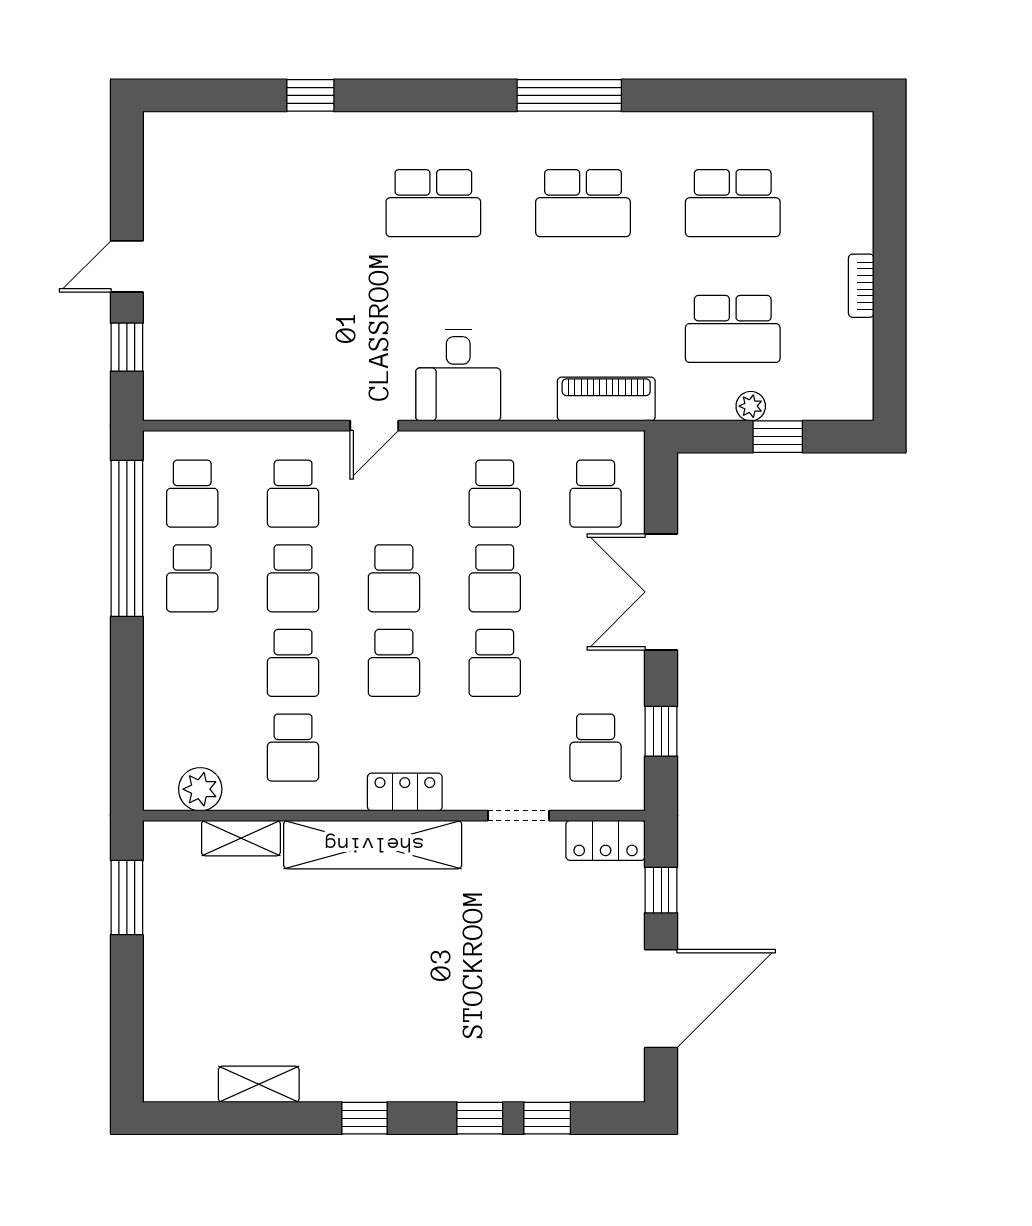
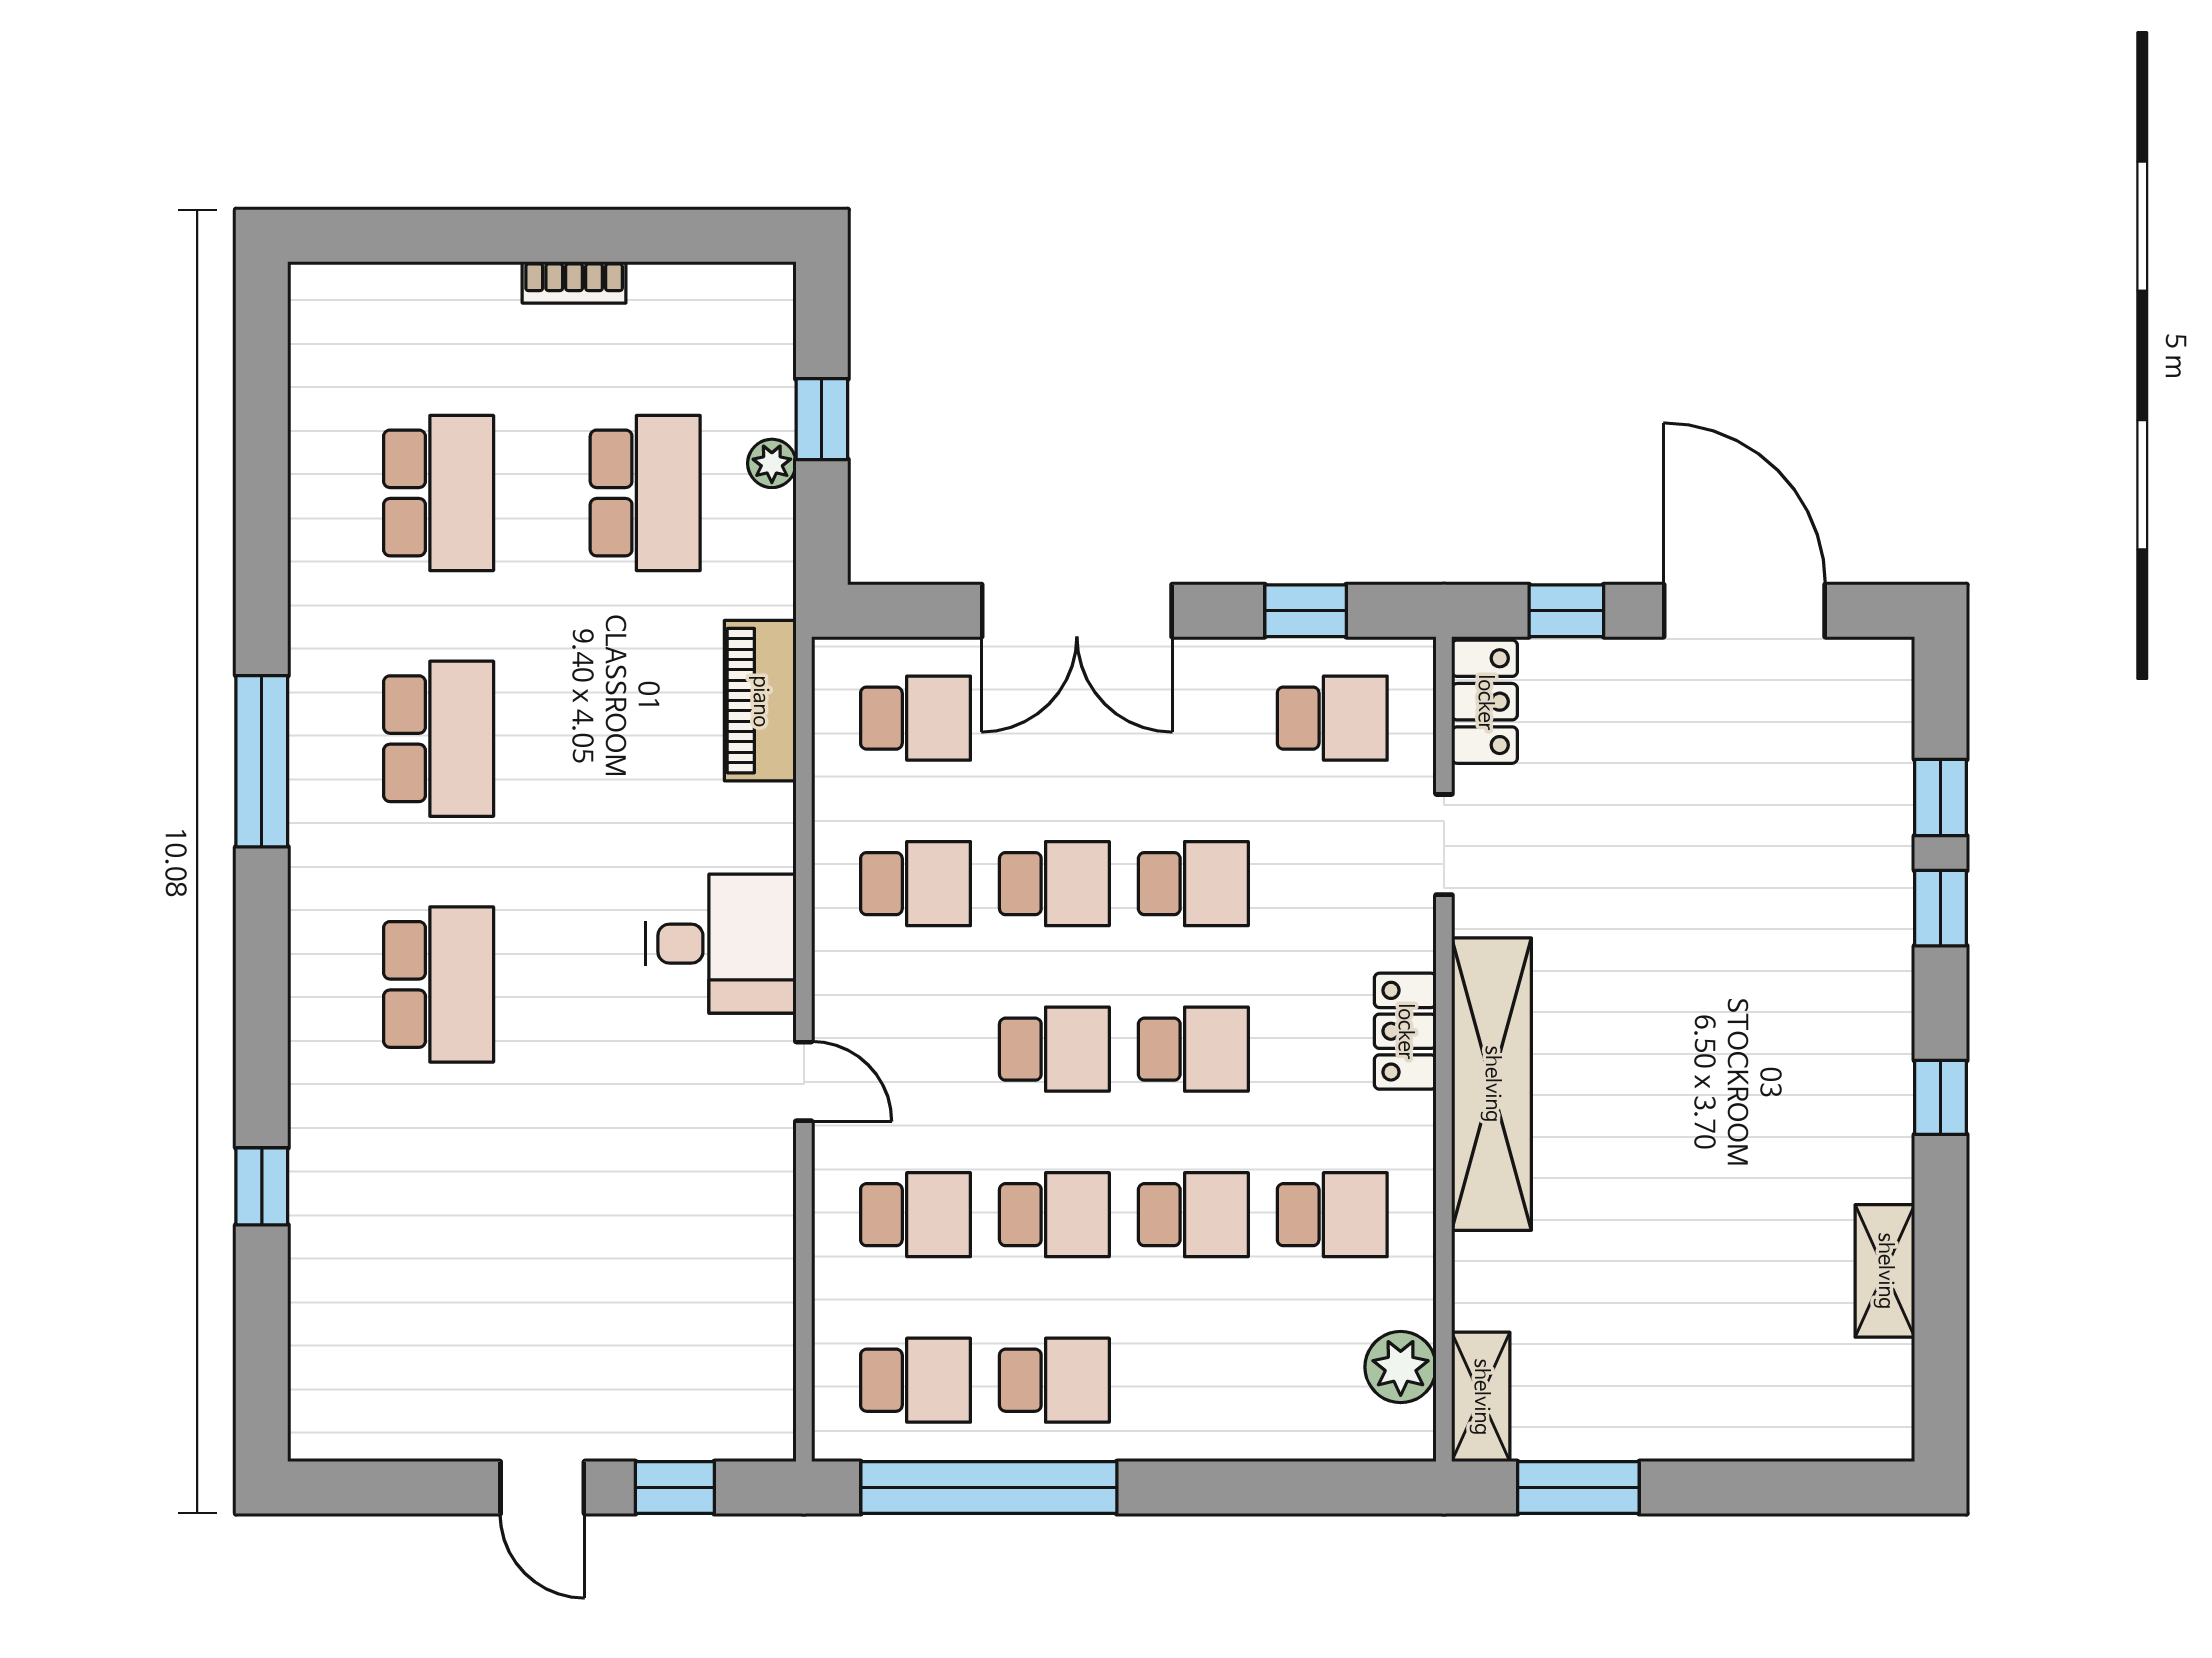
shelving: (241, 838) -> (1481, 1397), moved

